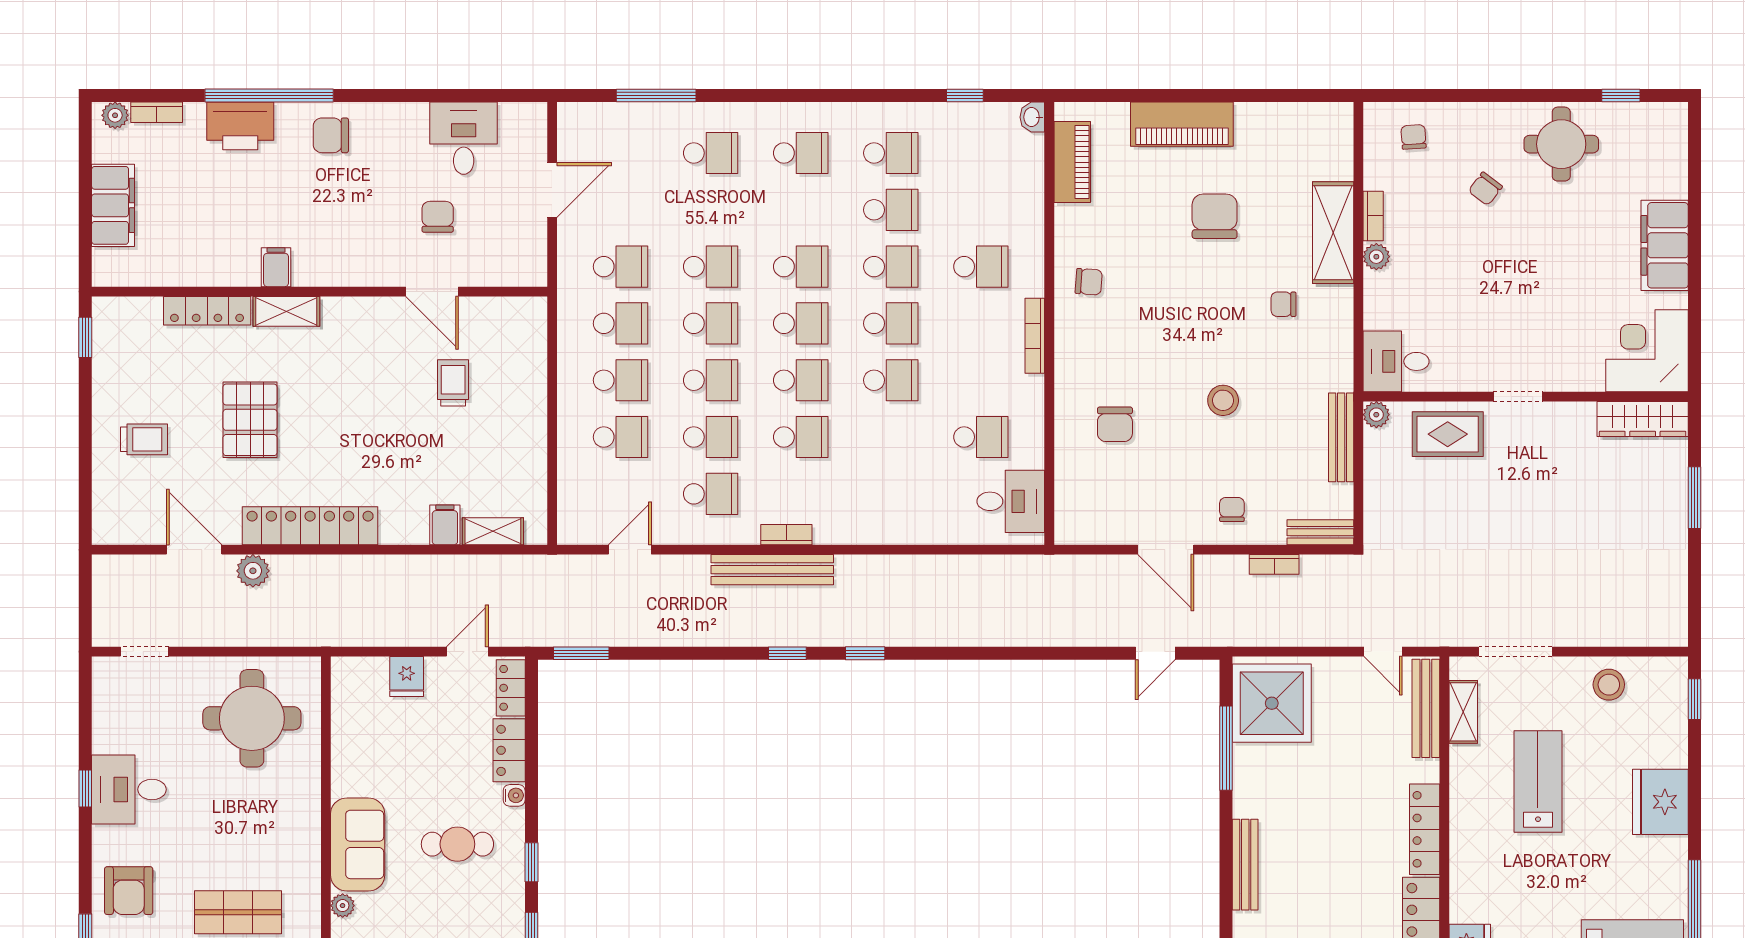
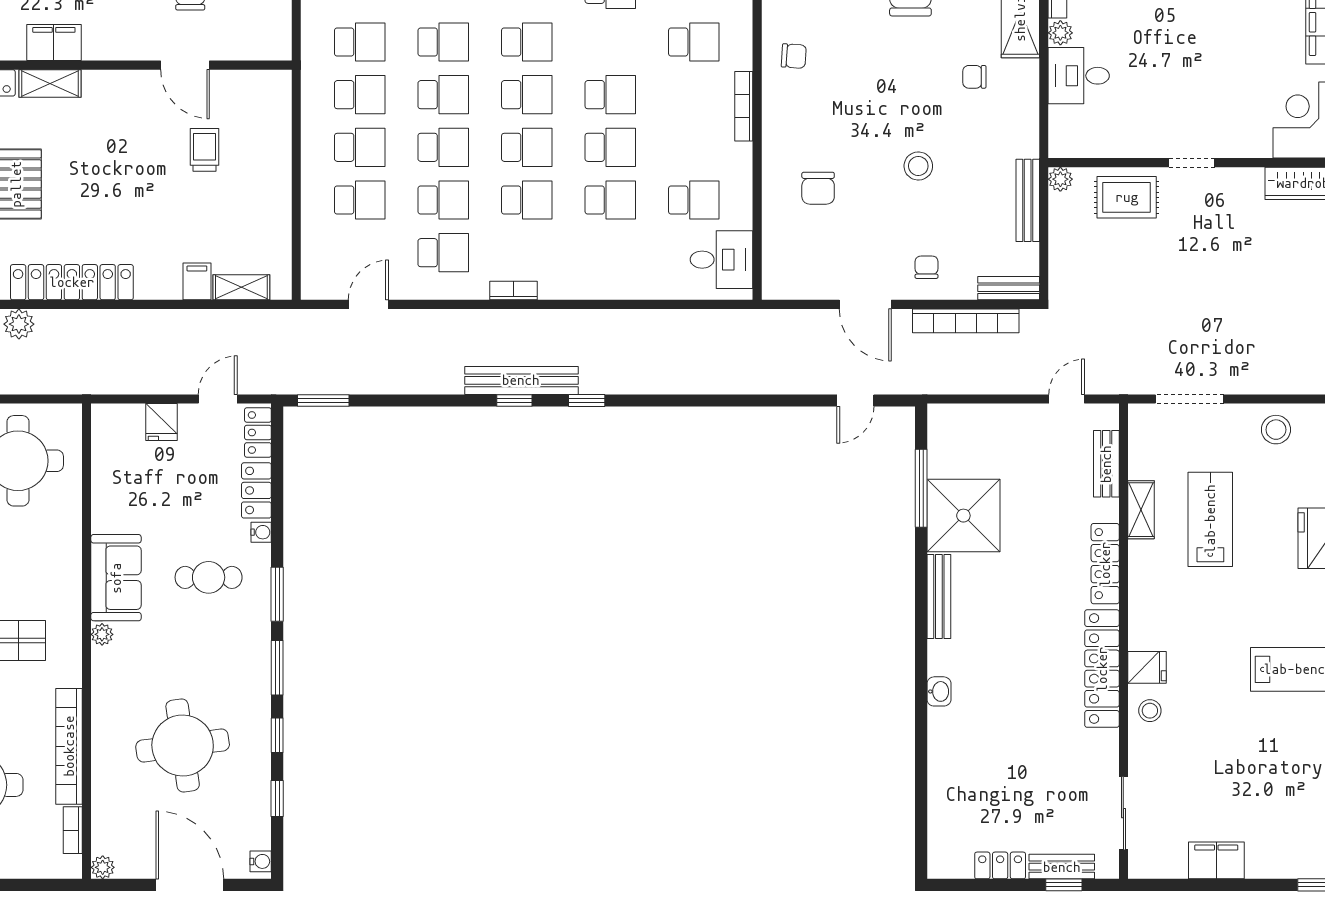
filing cabinet: (276, 267) -> (54, 43), width x2.00
school desk: (891, 267) -> (610, 200), moved
desk: (1396, 361) -> (1079, 76), moved
bookcase: (1274, 564) -> (966, 321), width x2.31, depth x1.31
bench: (772, 570) -> (521, 380), moved
door: (1383, 652) -> (1067, 399), swing flipped
shower: (1272, 703) -> (963, 516), moved
bench: (1426, 708) -> (1106, 464), width x0.73
shelving: (1463, 712) -> (1141, 510), moved
window: (531, 862) -> (277, 594), width x1.50

